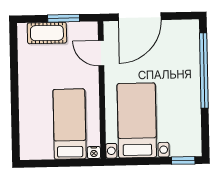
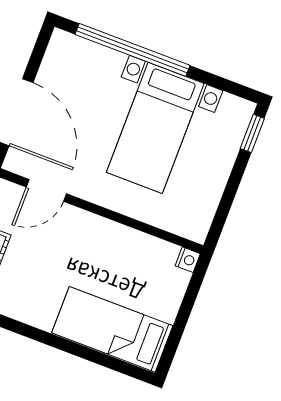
bed with nightstands: (137, 120) -> (155, 128), moved, turned -90
bed: (70, 124) -> (112, 329), moved

